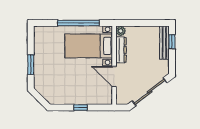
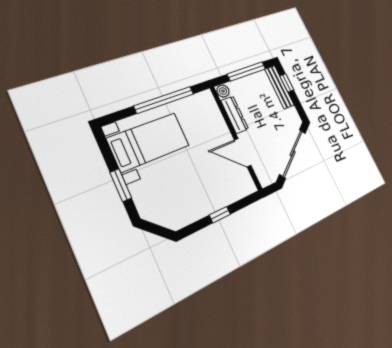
window: (145, 23) -> (247, 71), added
bed with nightstands: (89, 46) -> (149, 142), moved, turned 180

